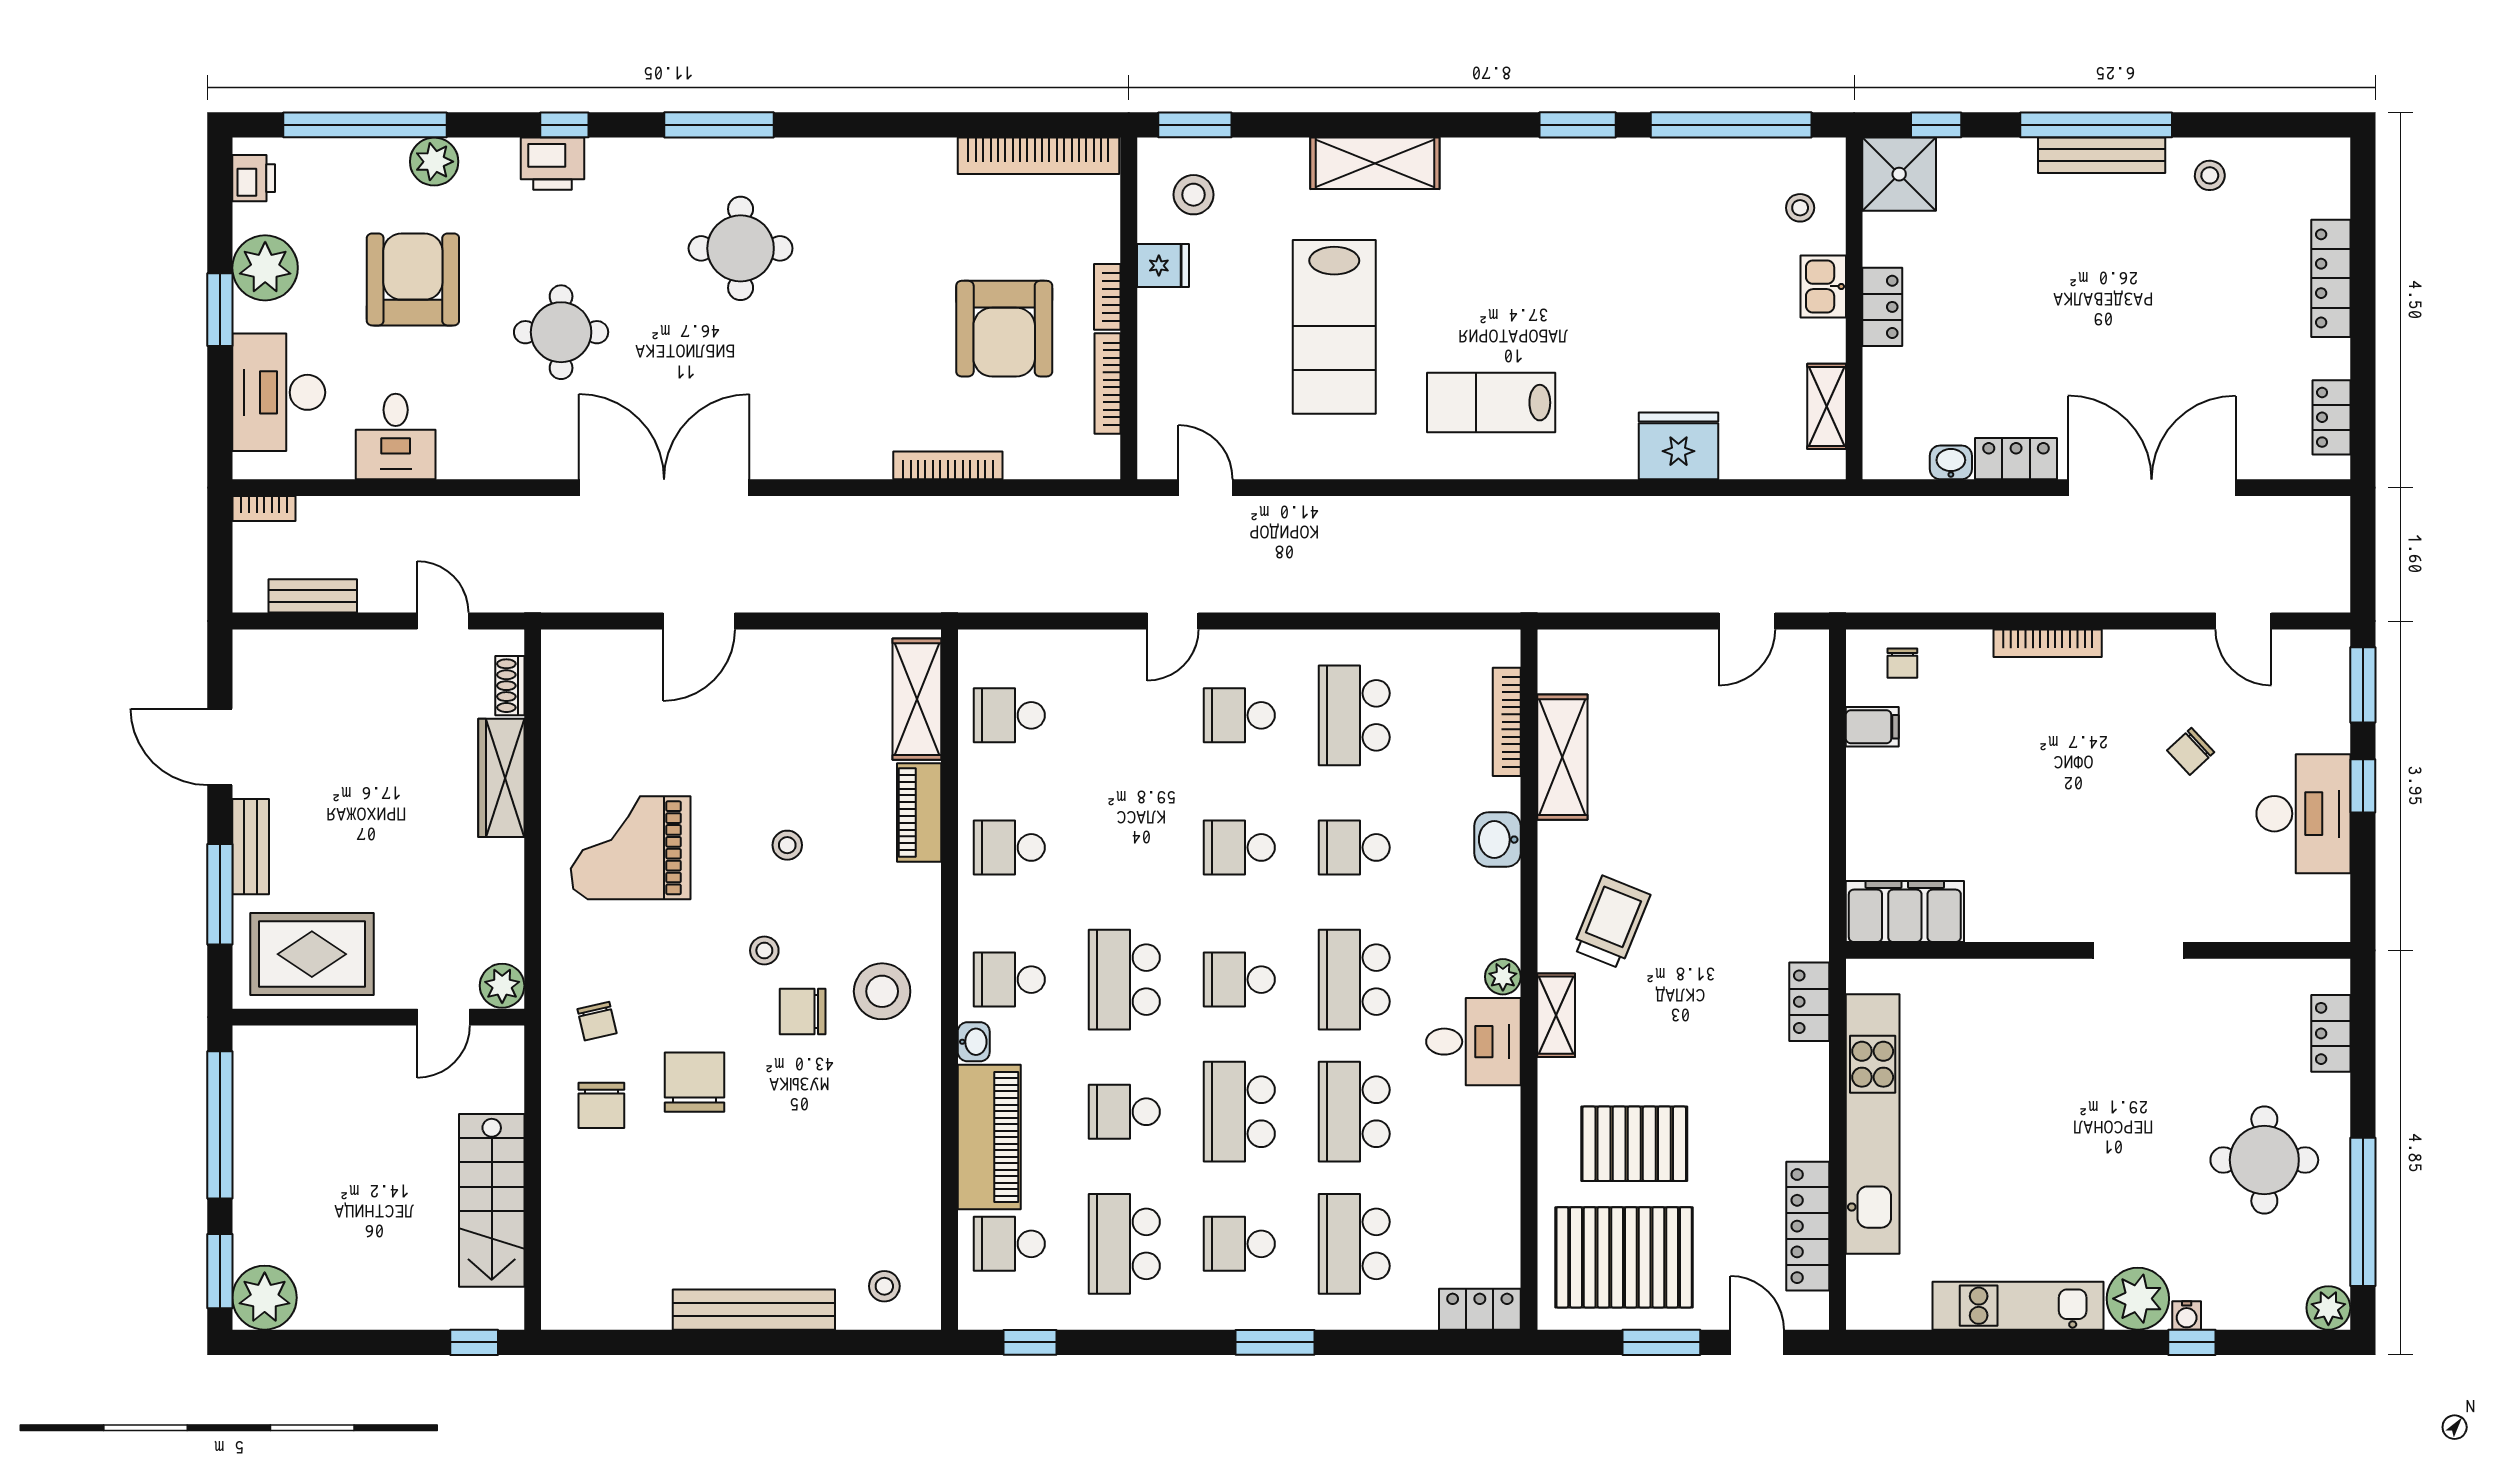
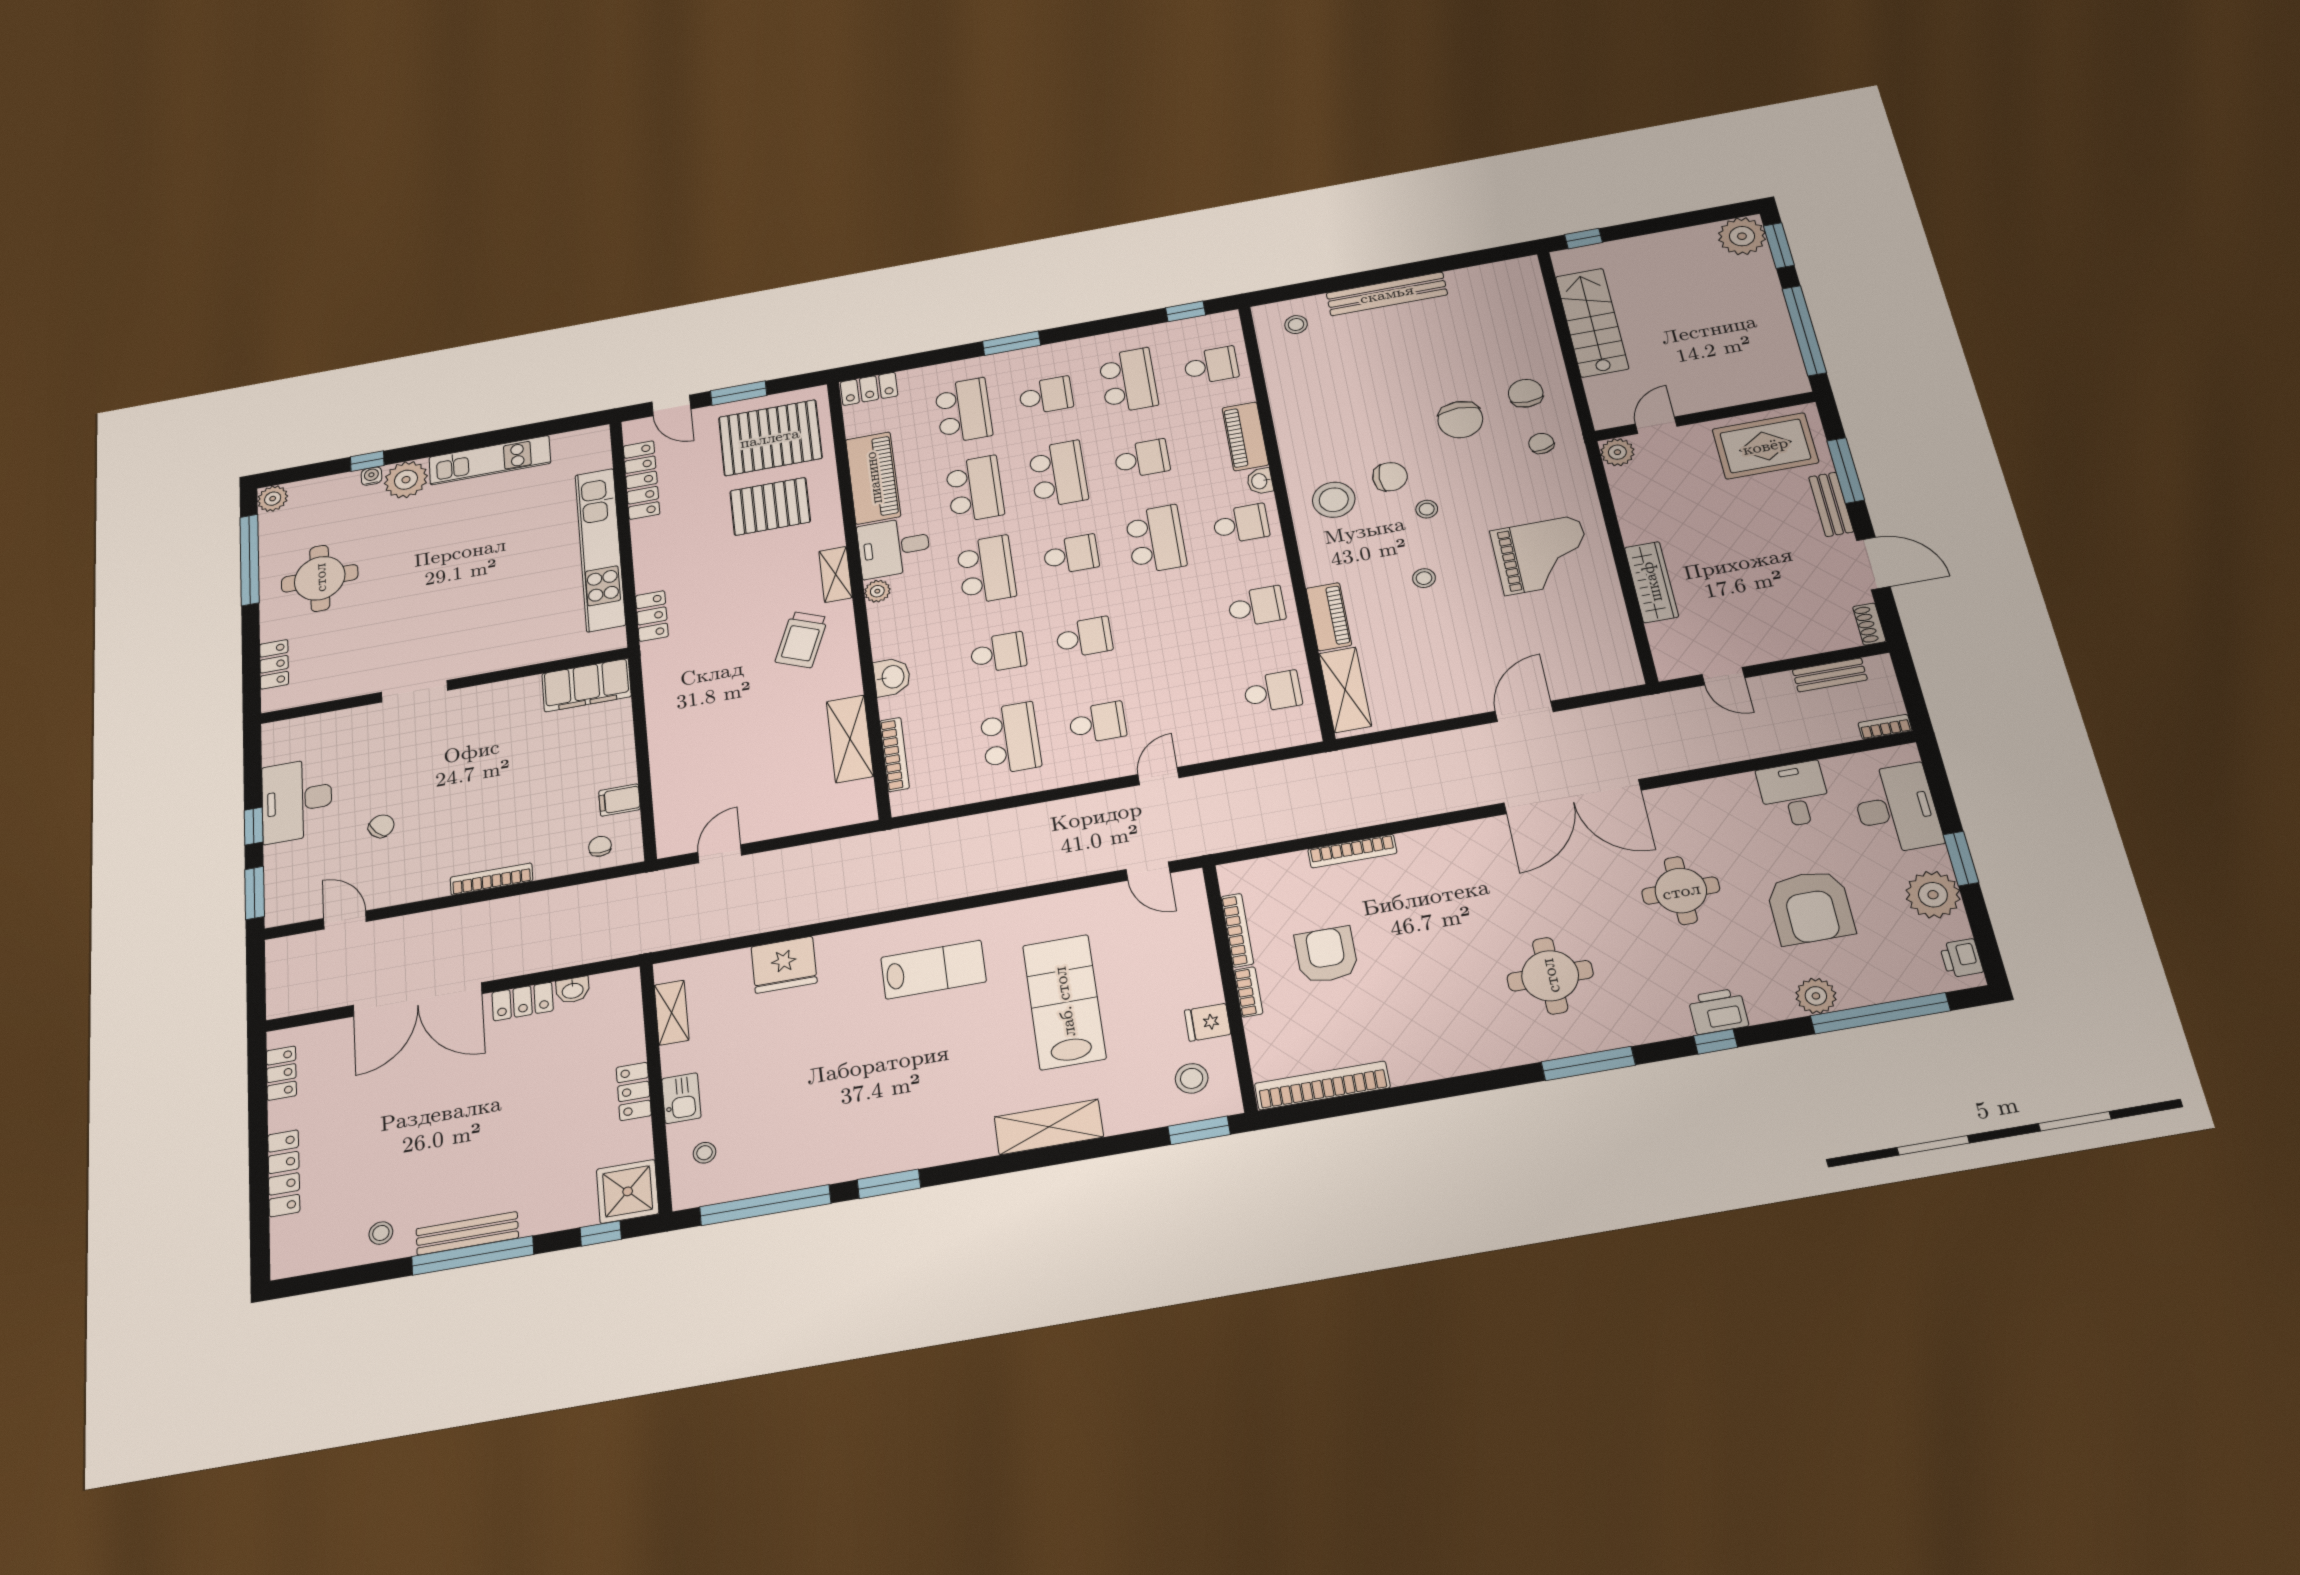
armchair: (1004, 329) -> (1326, 955), width x0.73, depth x0.73
shoe rack: (510, 686) -> (1869, 624), moved, turned 180
piano: (989, 1137) -> (1245, 436), width x0.73, depth x0.75
piano: (1490, 1160) -> (873, 478), added

